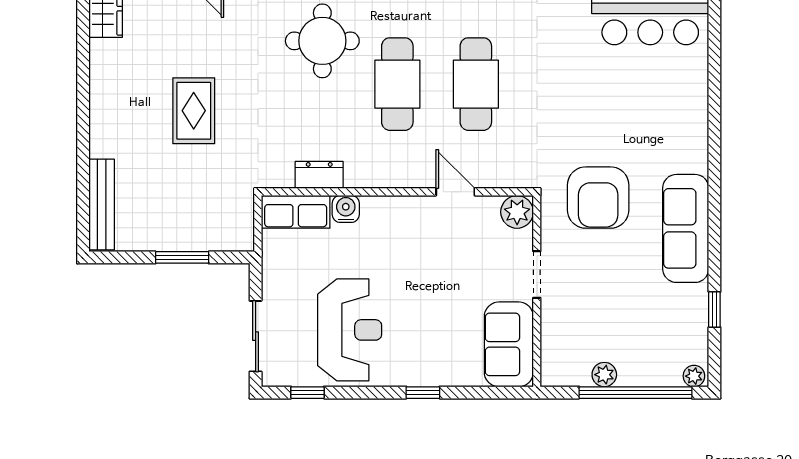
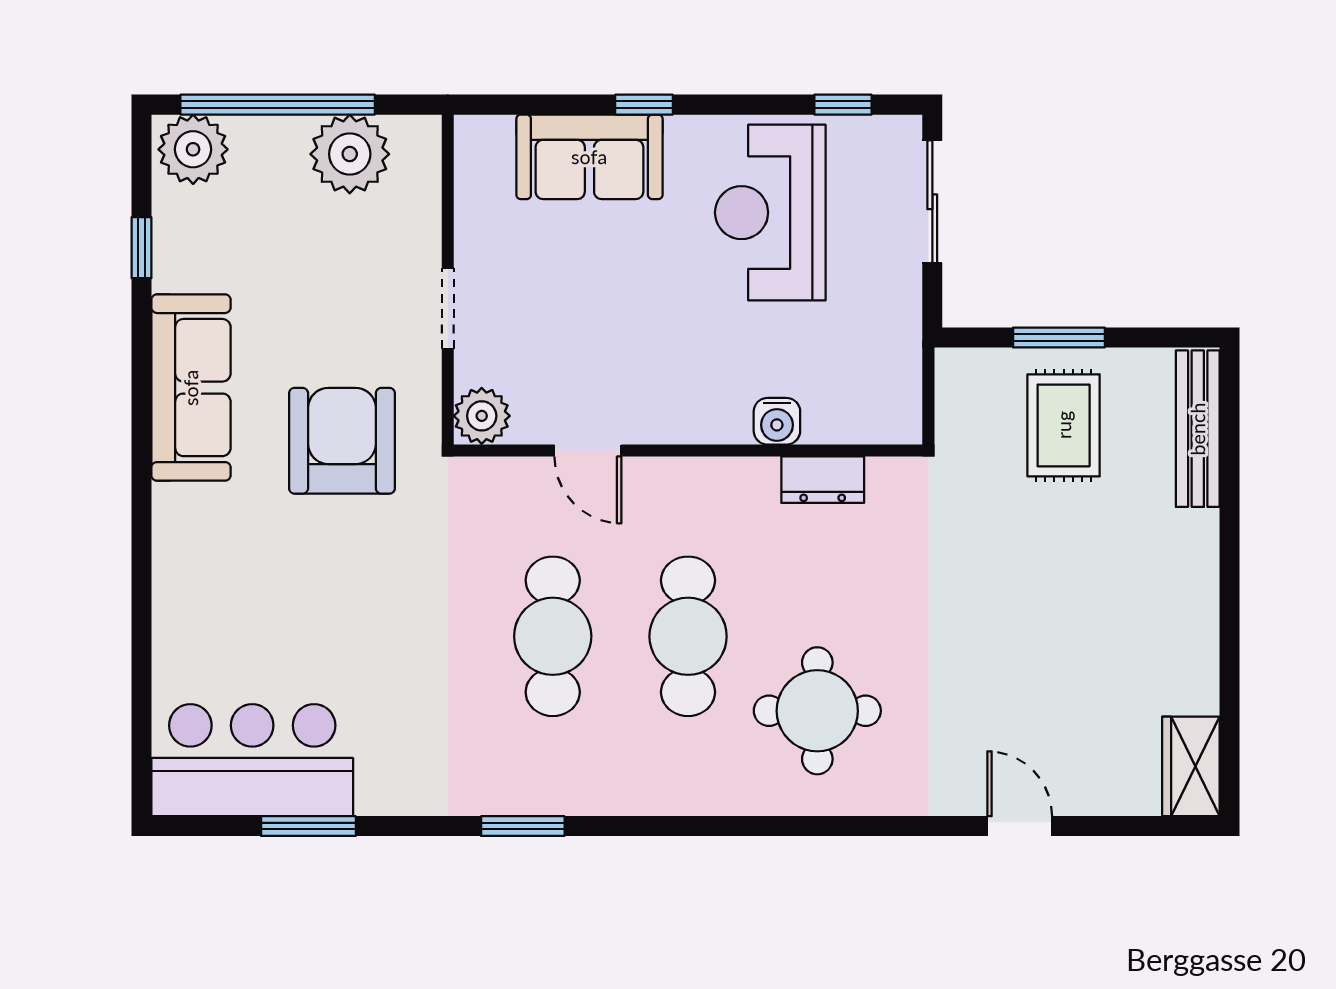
rug: (194, 111) -> (1064, 425), moved
row of seats: (296, 212) -> (863, 416), removed
sofa: (509, 344) -> (589, 157), moved, turned 90
plant: (604, 375) -> (350, 154), width x1.88, depth x1.88
plant: (694, 376) -> (193, 149), width x1.88, depth x1.88

